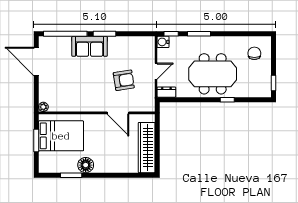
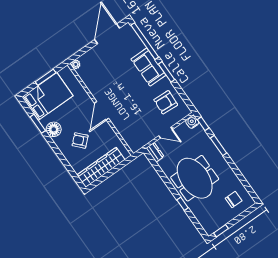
armchair: (124, 80) -> (166, 102), moved, turned 102
door: (118, 113) -> (101, 111), moved
bed: (61, 136) -> (47, 96), moved, turned -90
armchair: (111, 149) -> (80, 140), added

